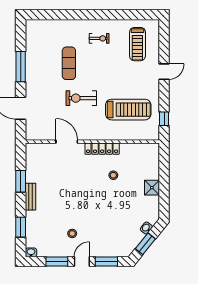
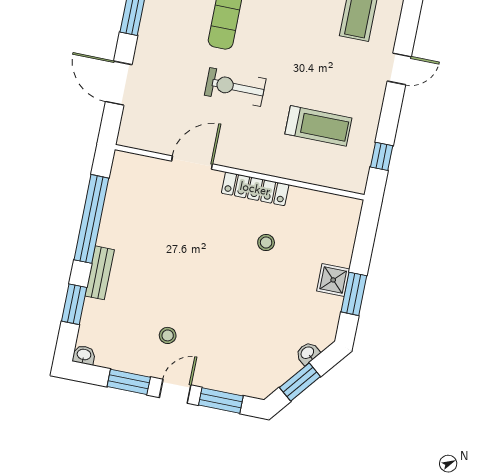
treadmill: (128, 110) -> (318, 126), width x0.73, depth x0.73
door: (67, 142) -> (192, 163), hinge flipped
window: (21, 181) -> (91, 219), width x2.11
window: (164, 193) -> (354, 294), added
bench: (31, 197) -> (100, 273), moved

